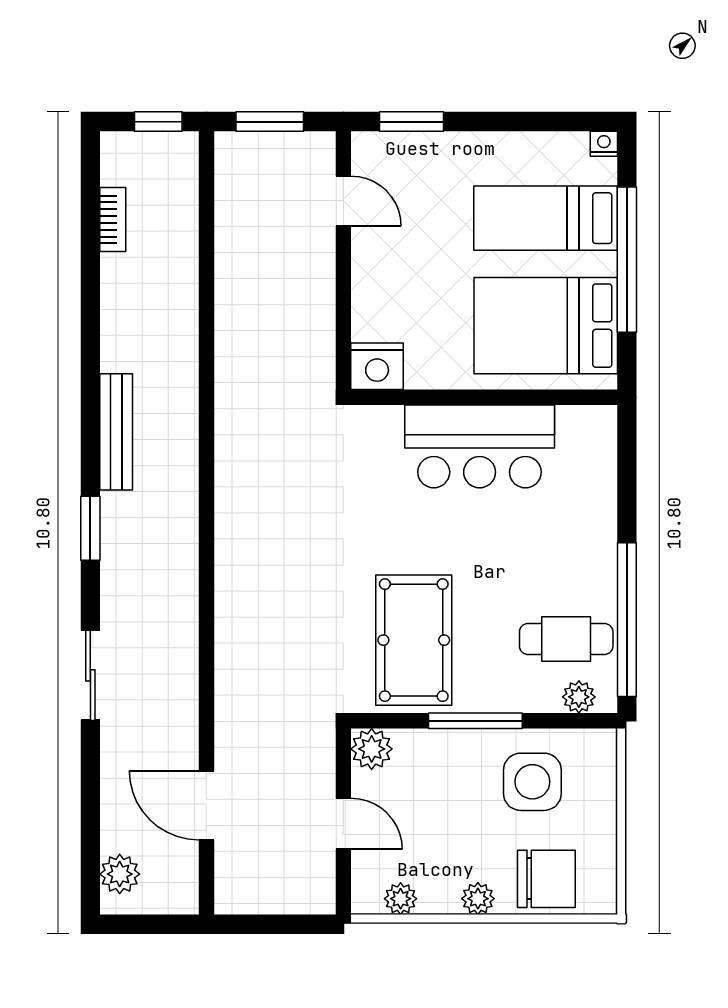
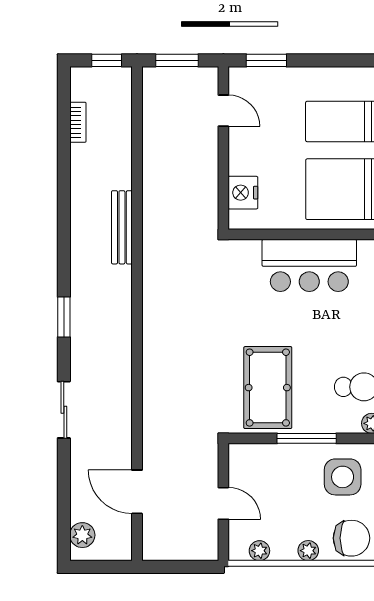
nightstand: (377, 366) -> (243, 193), moved, turned 90
bench: (116, 432) -> (122, 227), moved
plant: (372, 749) -> (241, 456), removed

